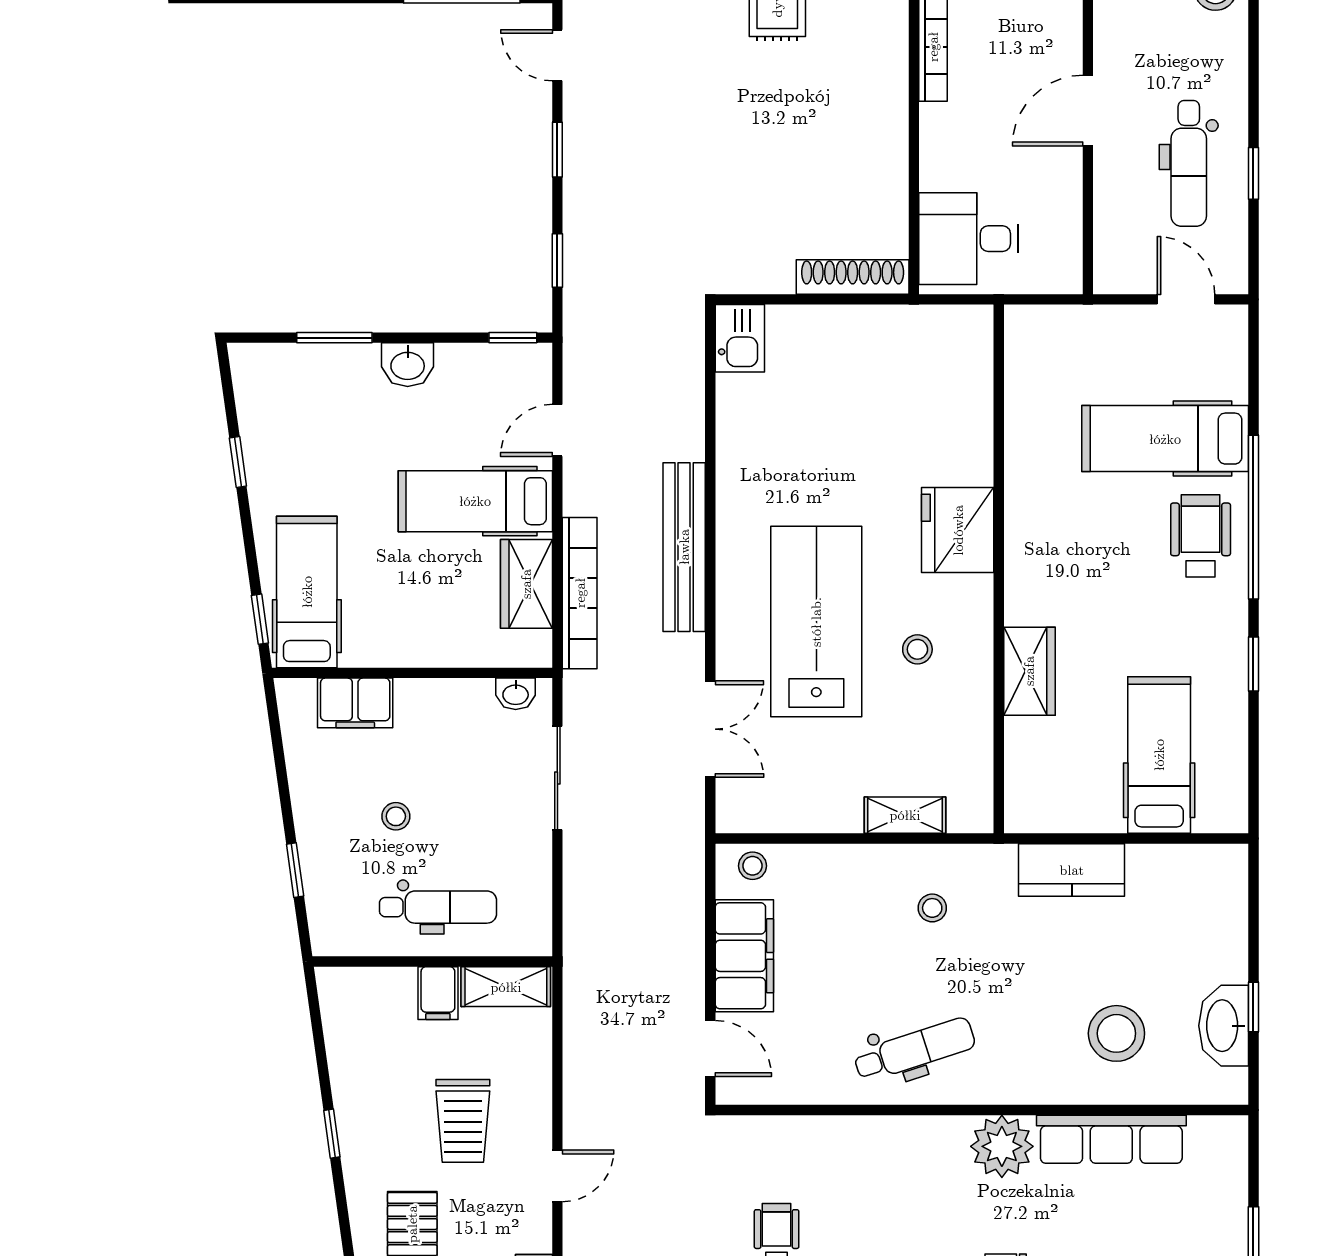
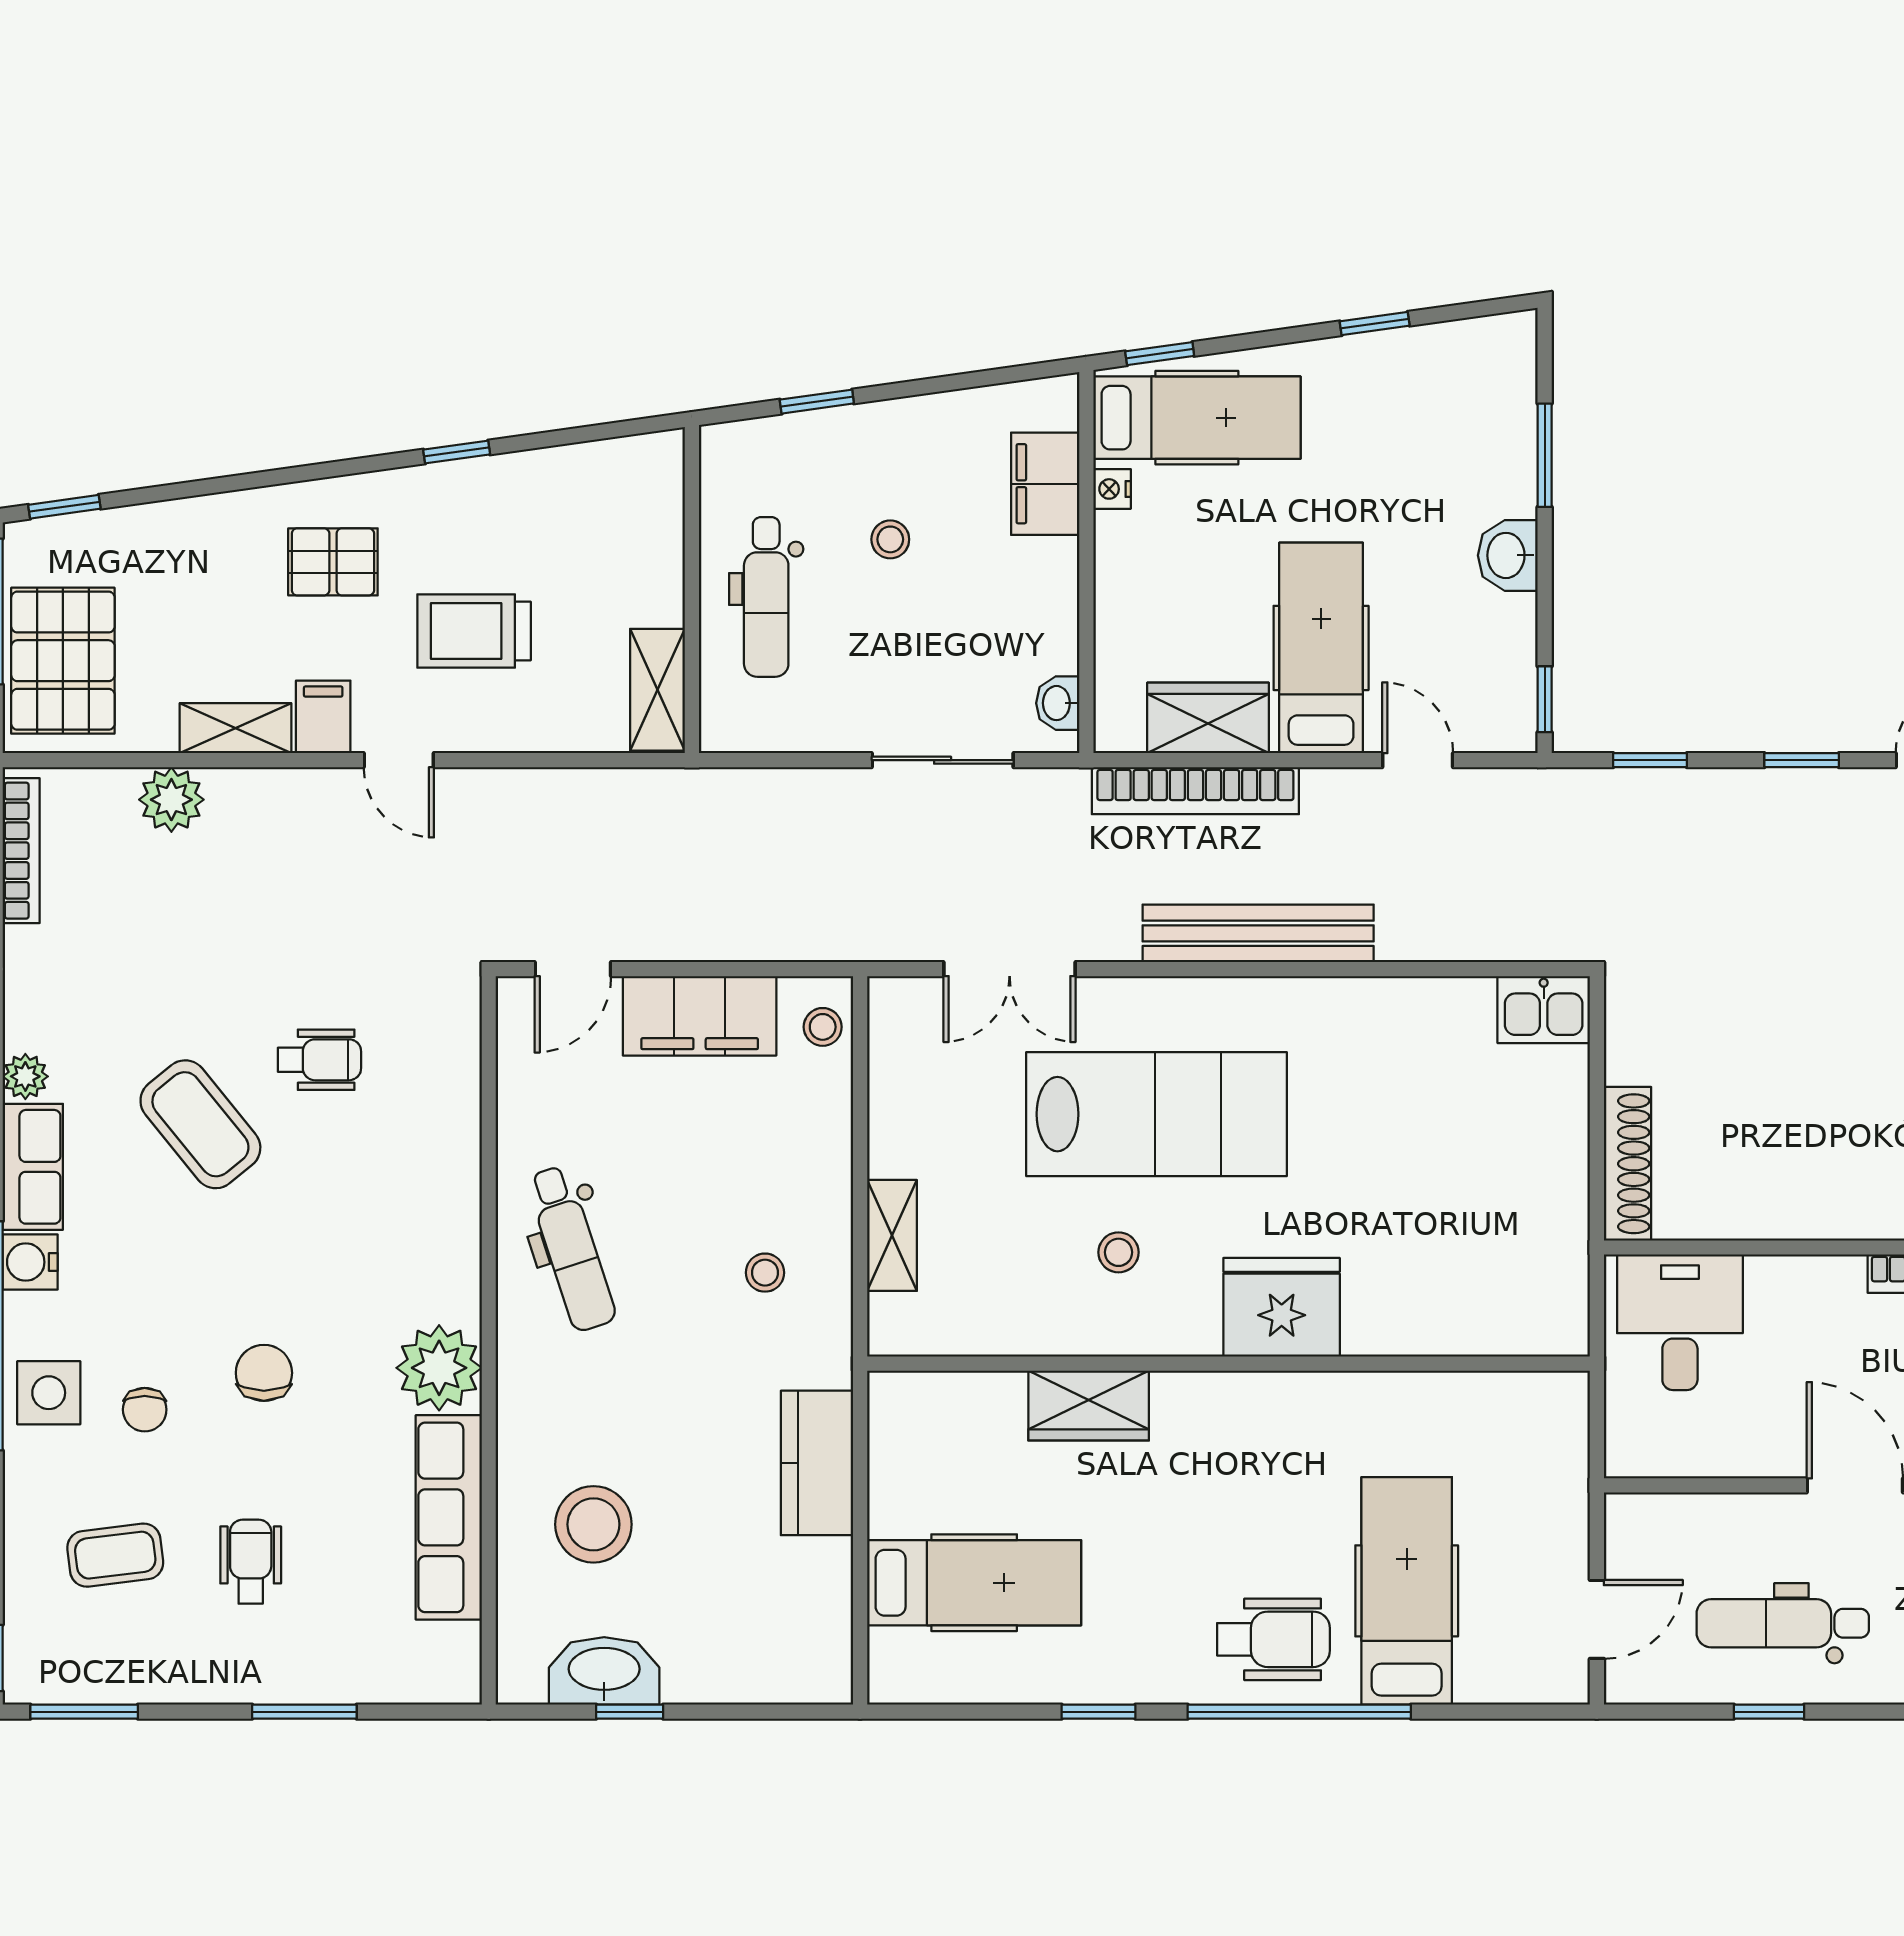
nightstand: (359, 654) -> (1112, 489), added
filing cabinet: (438, 993) -> (323, 717), moved, turned 90

